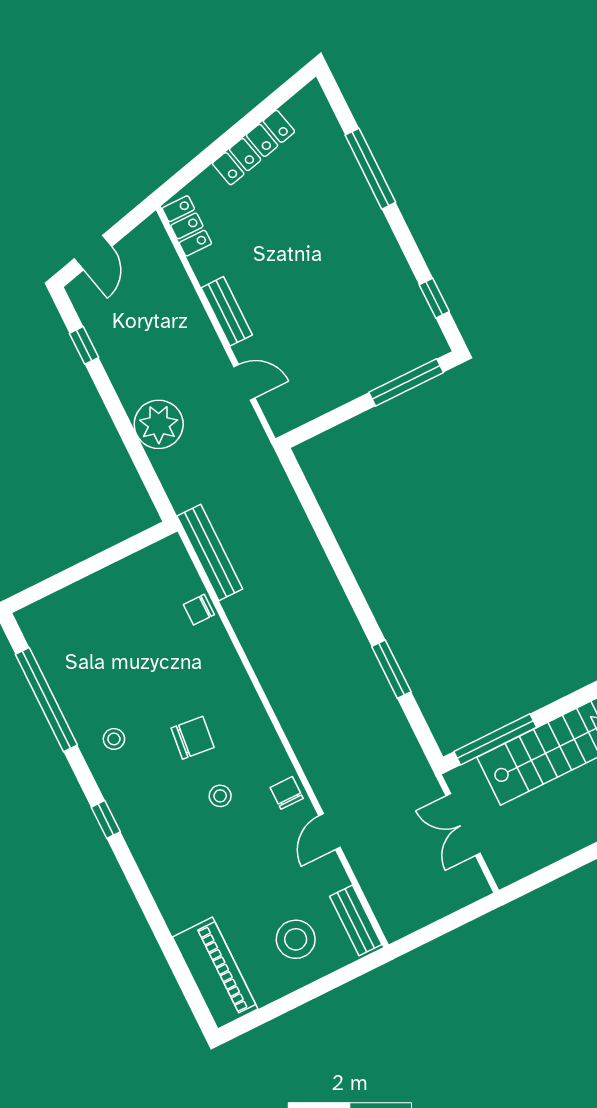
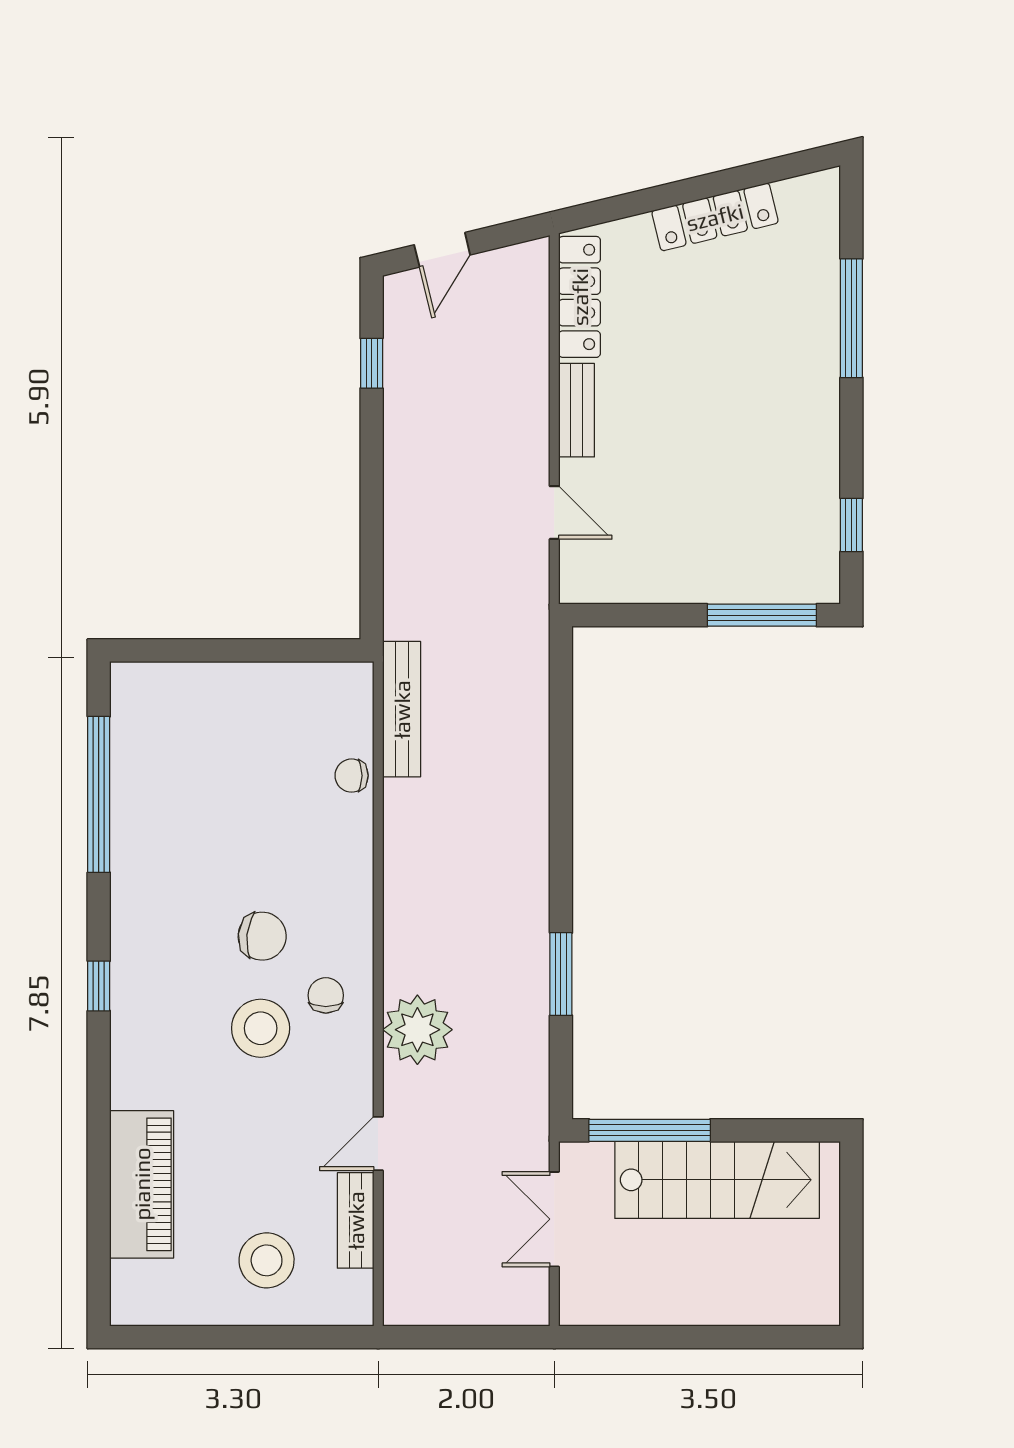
locker: (187, 226) -> (580, 297), width x1.53
plant: (159, 424) -> (417, 1030), moved
stool: (114, 739) -> (160, 888), removed
chair: (287, 793) -> (326, 995), moved
stool: (220, 796) -> (261, 1028), width x1.89, depth x1.89
bench: (356, 920) -> (356, 1220), moved
piano: (215, 973) -> (142, 1184), moved

